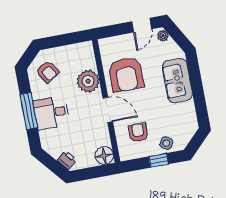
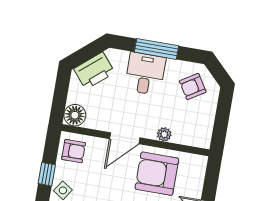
plant: (88, 81) -> (164, 134), width x0.53, depth x0.53
armchair: (138, 133) -> (74, 151), moved
printer: (67, 160) -> (94, 71), width x1.87, depth x1.48

